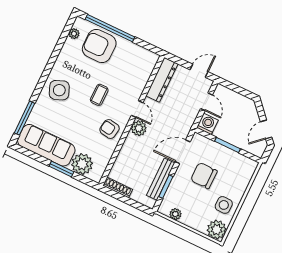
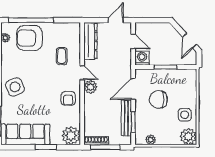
coffee table: (99, 95) -> (62, 56), moved
armchair: (110, 129) -> (68, 98), turned -99
plant: (82, 164) -> (71, 136), moved
window: (124, 199) -> (105, 147), added

